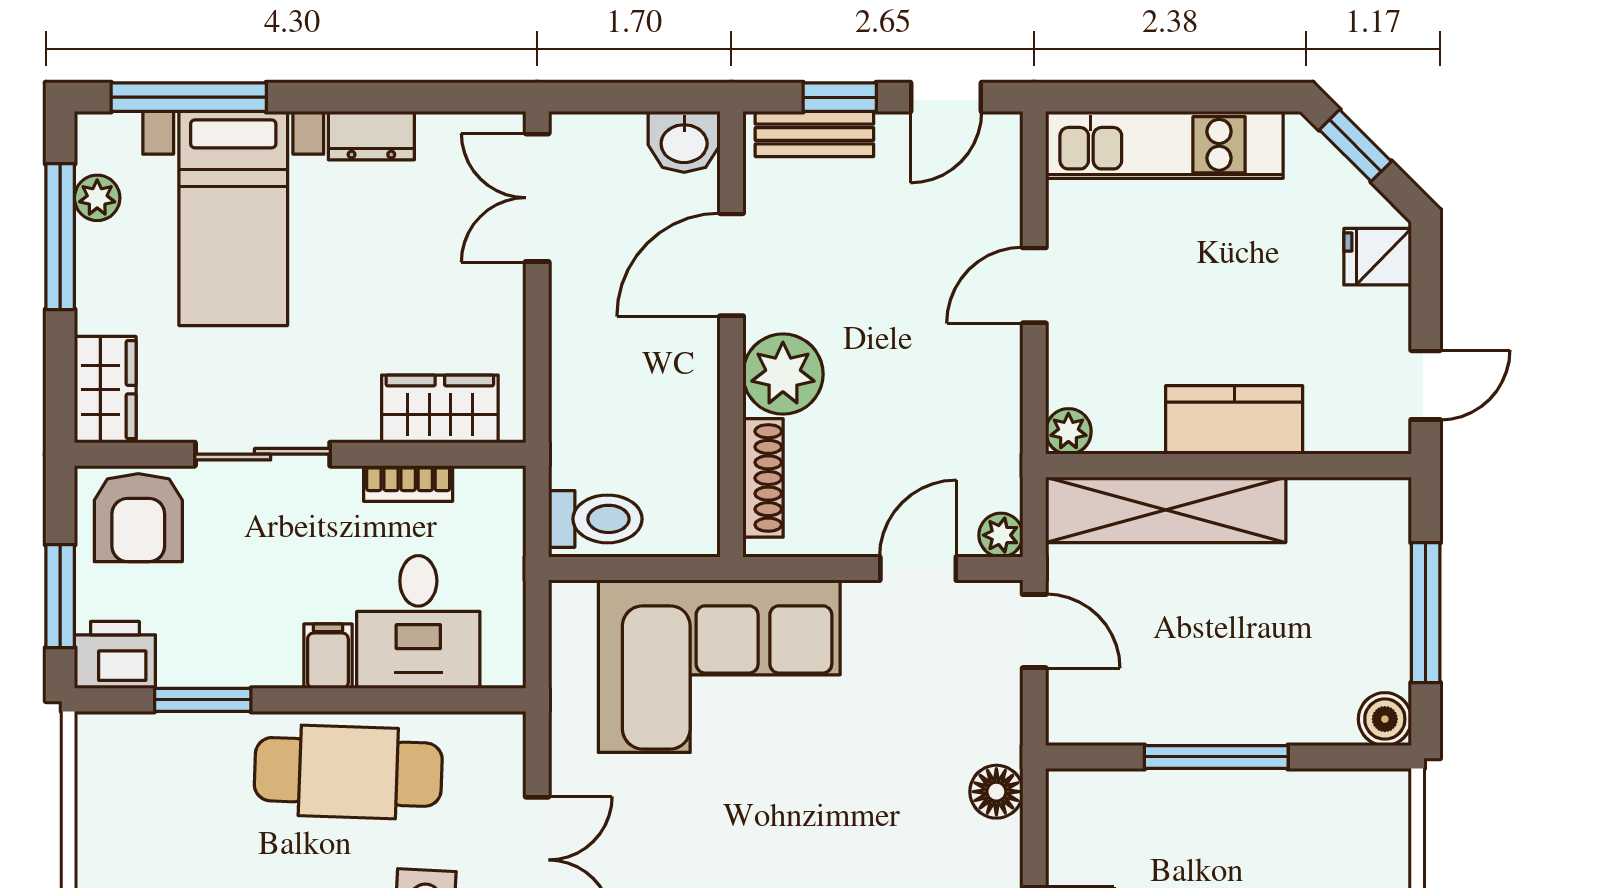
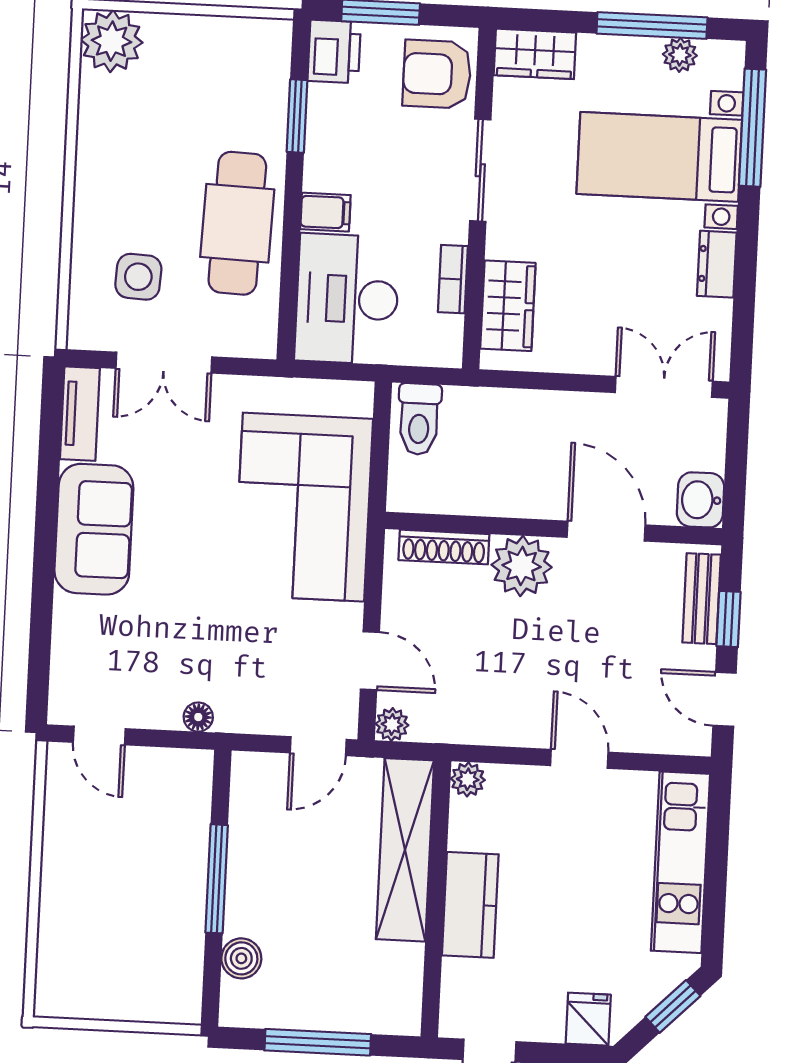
desk: (418, 622) -> (347, 299), width x1.37
boiler: (1385, 719) -> (241, 958), moved
floor lamp: (996, 792) -> (198, 717), width x0.73, depth x0.73

